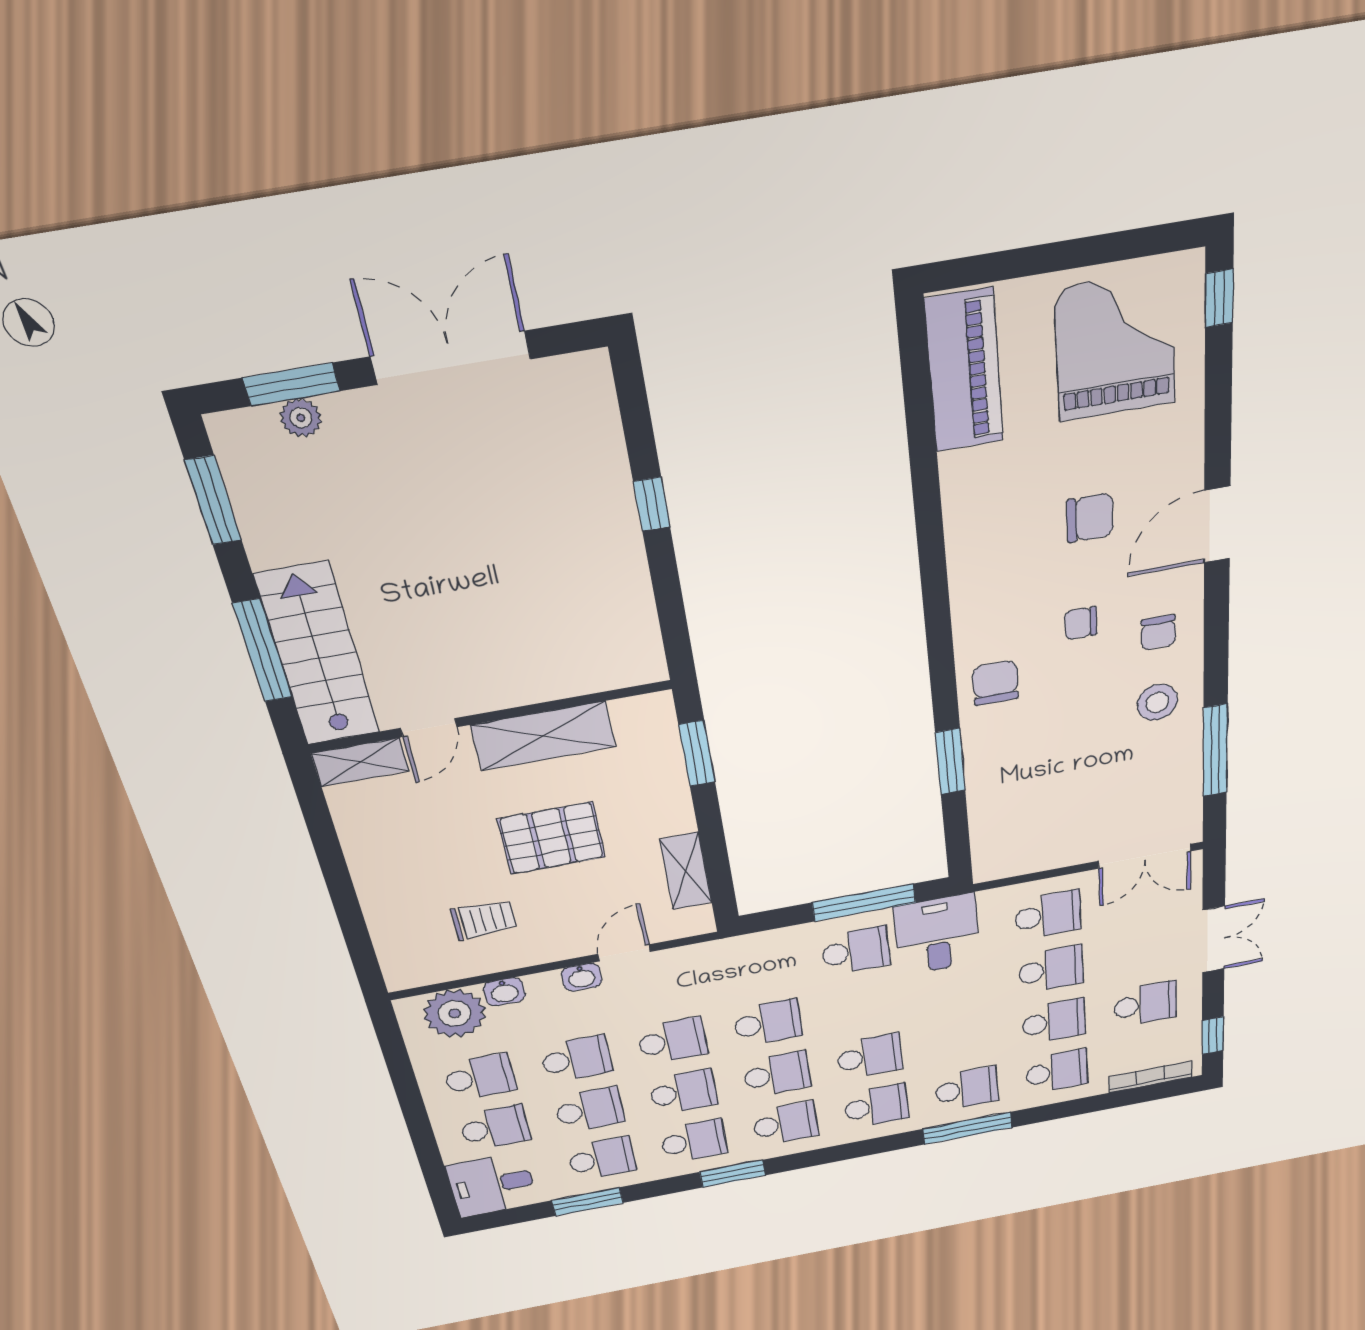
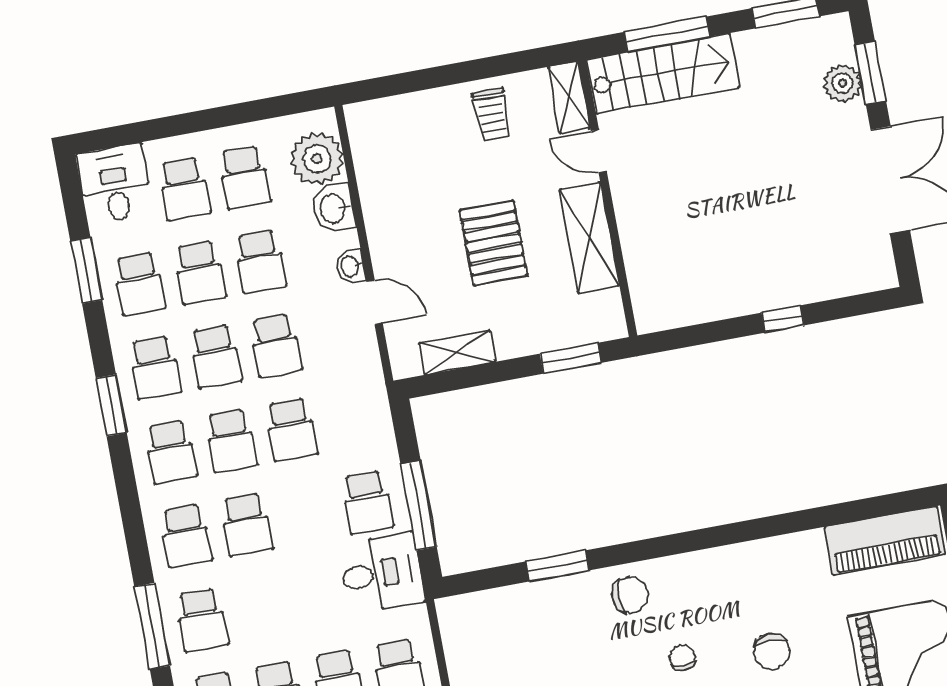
plant: (301, 418) -> (842, 83), width x1.38, depth x1.38
trolley: (484, 919) -> (492, 115), moved
washbasin: (504, 992) -> (333, 208), width x1.38, depth x1.45

